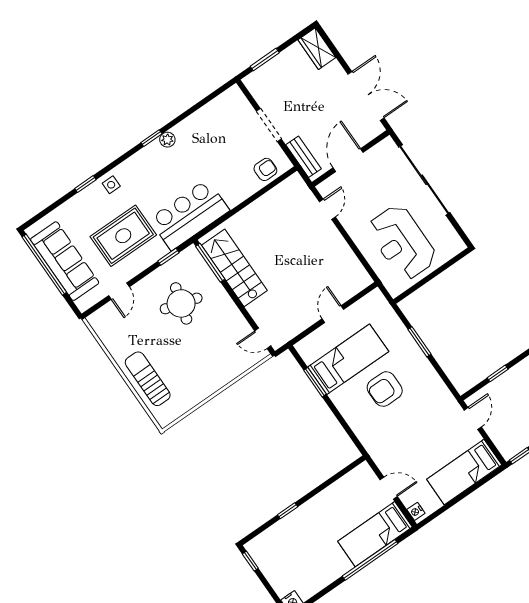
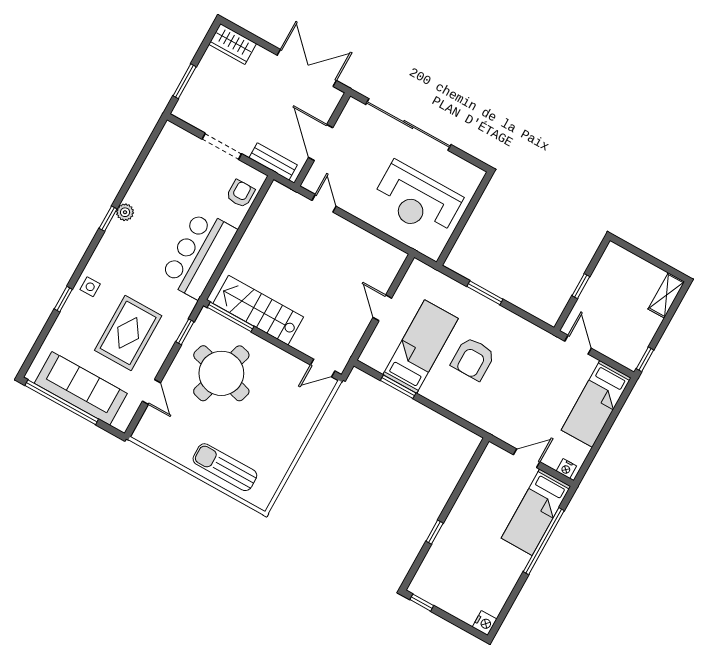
bar counter: (189, 215) -> (199, 254), moved
round table: (181, 303) -> (221, 373), width x1.36, depth x1.36

